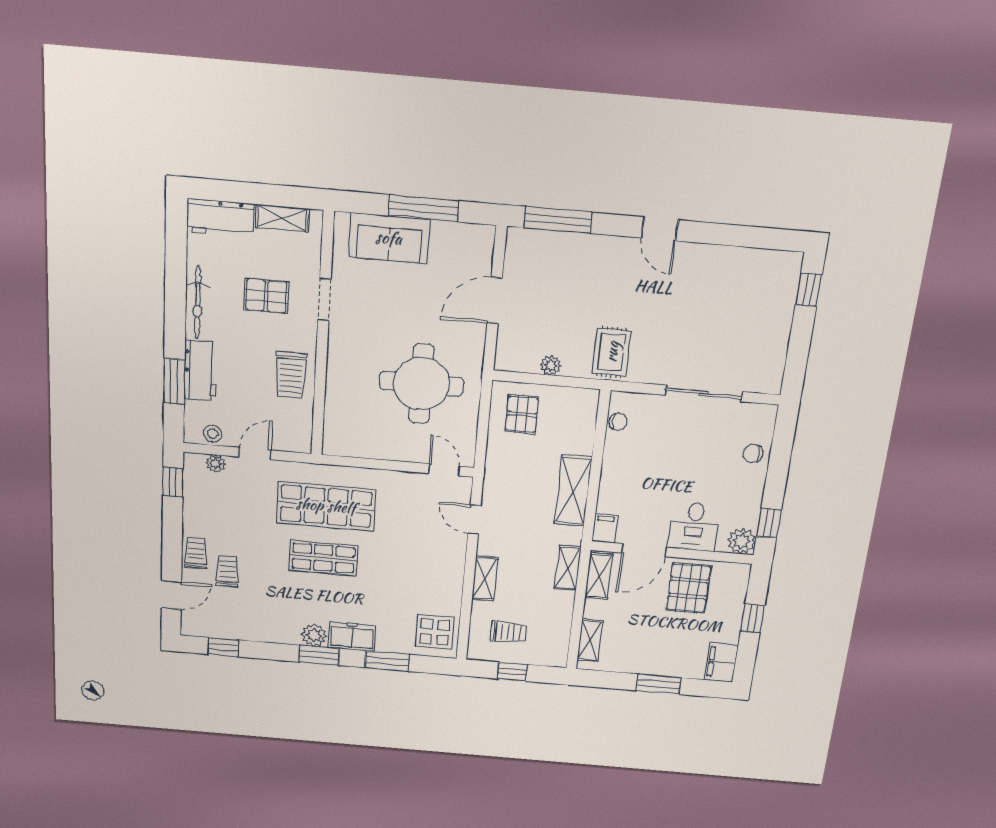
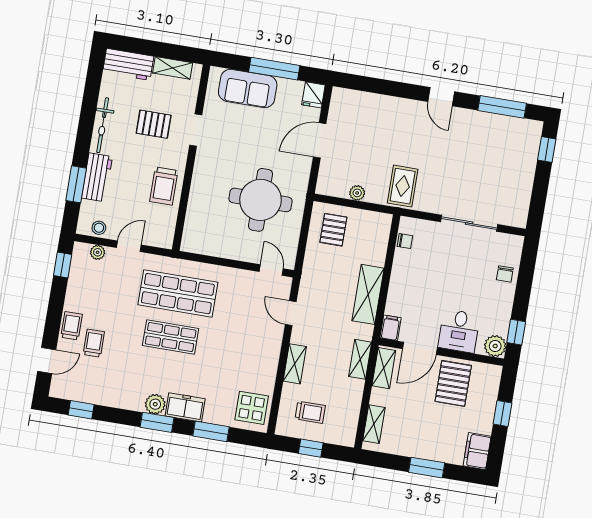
window: (558, 220) -> (502, 107), moved
fridge: (481, 240) -> (313, 95), added
chair: (753, 453) -> (505, 274), turned -86

